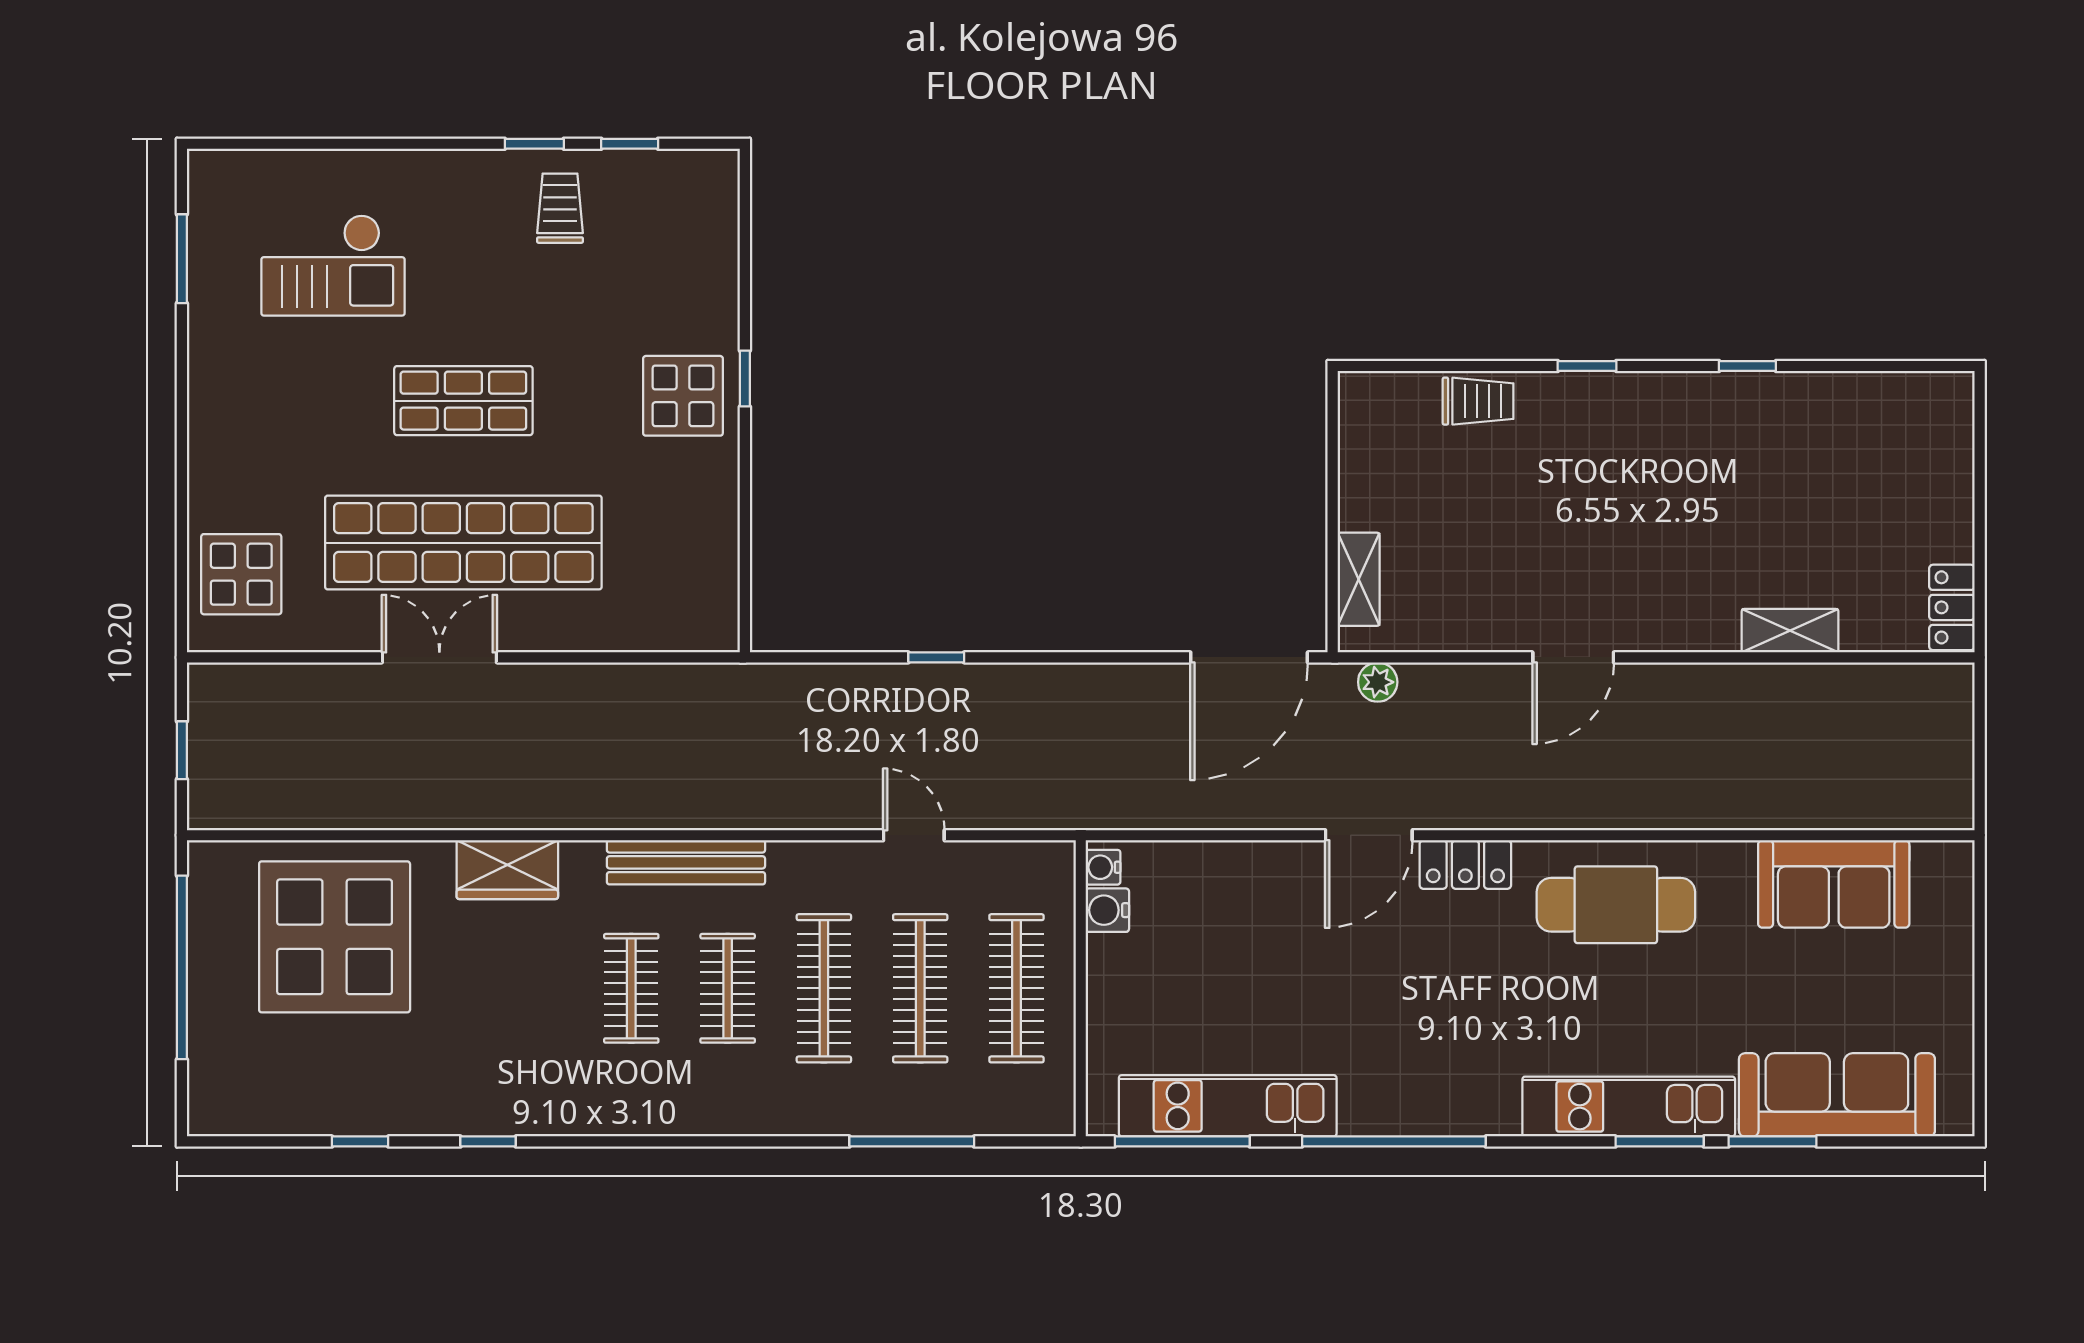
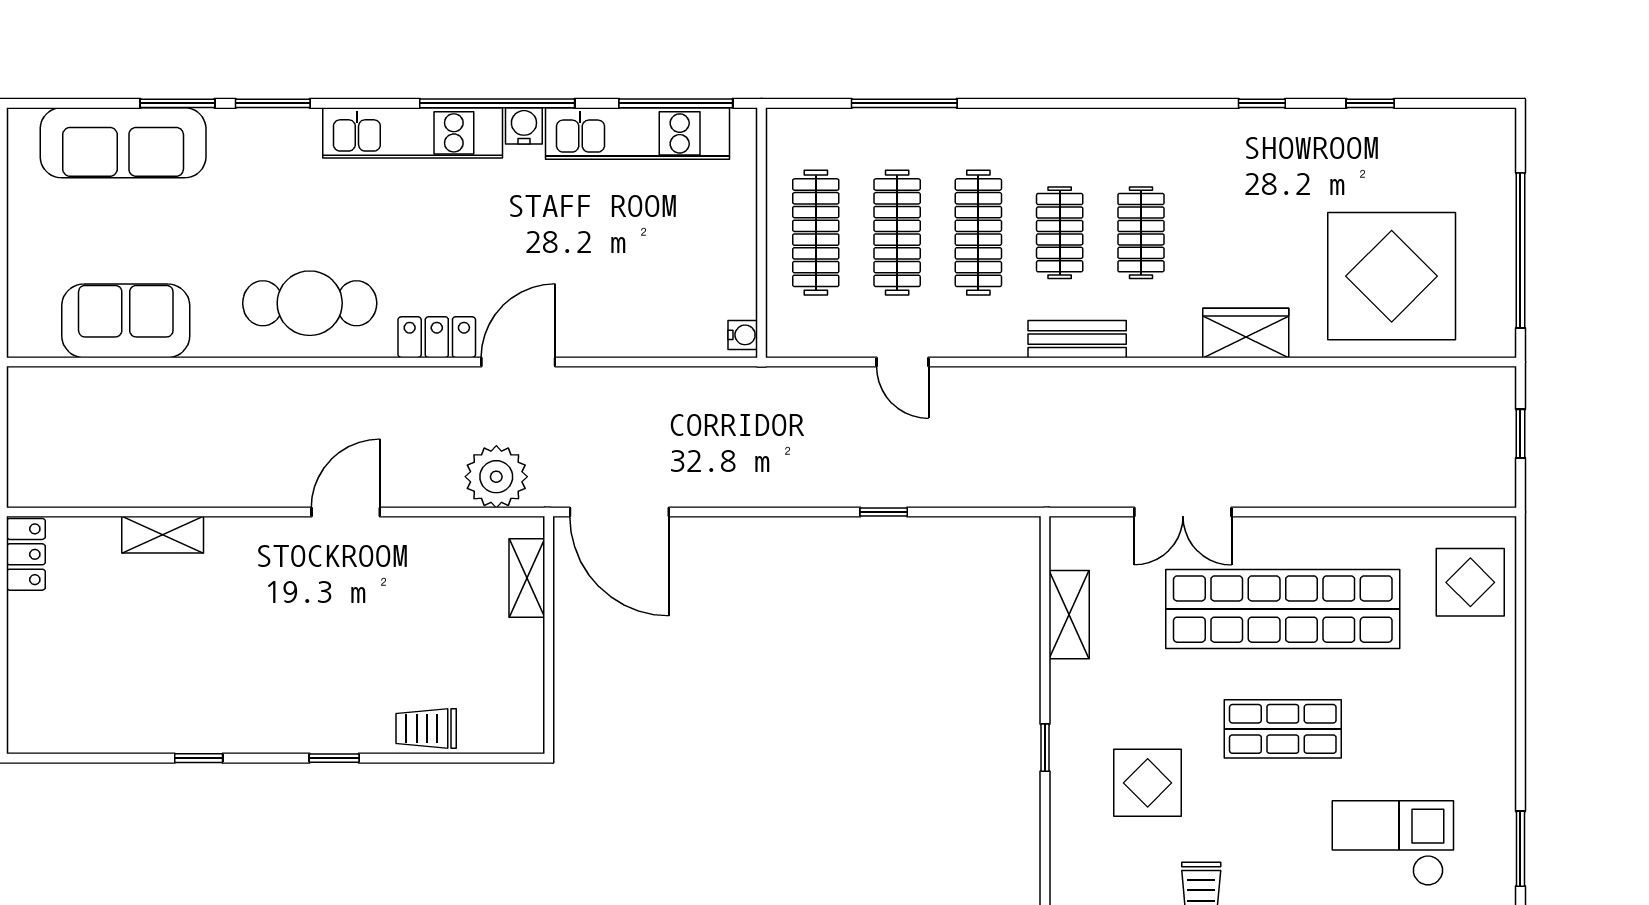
display table: (683, 396) -> (1148, 783), moved
shelving: (716, 536) -> (1069, 615), added
double door: (439, 657) -> (1183, 512), moved
door: (1249, 657) -> (619, 512), swing flipped
plant: (1378, 682) -> (496, 477), width x1.87, depth x1.87
bench: (686, 862) -> (1077, 339), width x0.73
water cooler: (1107, 910) -> (524, 126), moved, turned -90
kitchen unit: (1629, 1107) -> (413, 133), moved

